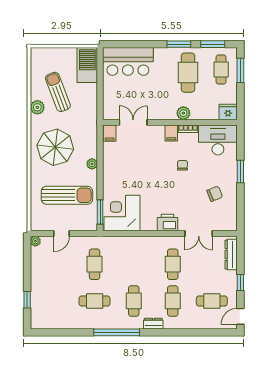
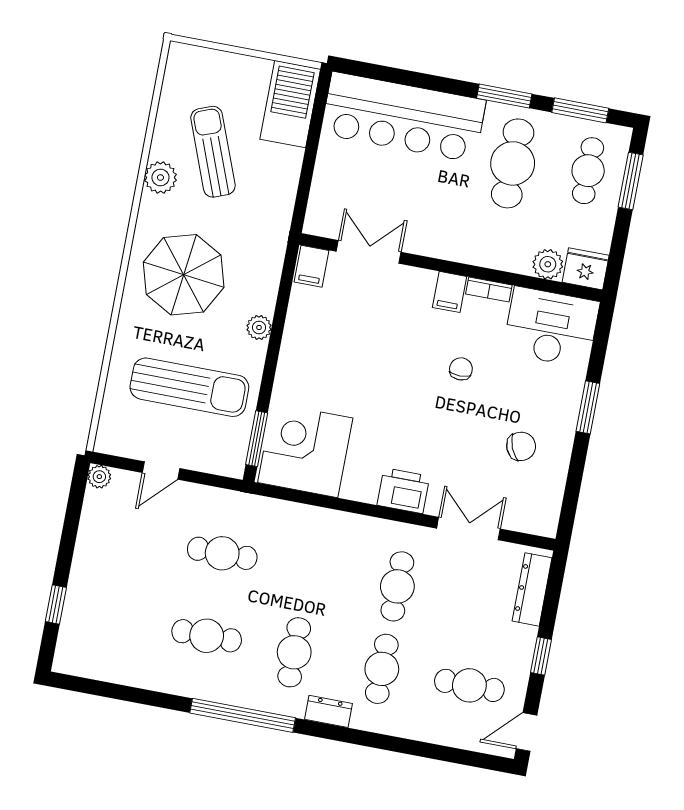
bar counter: (128, 61) -> (403, 117), width x1.36
plant: (183, 113) -> (548, 264), moved
double door: (199, 233) -> (468, 529), swing flipped
cafe table: (95, 264) -> (222, 553), turned 90

